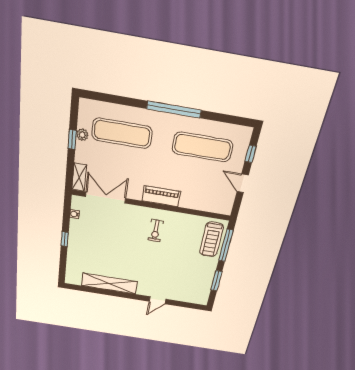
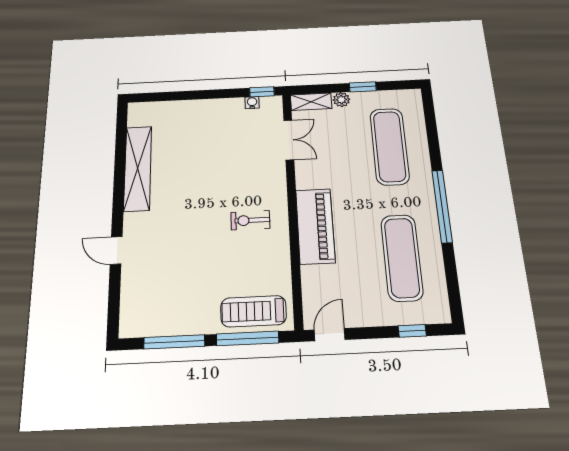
plant: (82, 135) -> (341, 100), moved
door: (243, 183) -> (330, 335), moved
piano: (161, 196) -> (315, 226), width x1.37, depth x1.33
double door: (106, 198) -> (289, 140), width x0.73
window: (65, 239) -> (262, 92), moved
window: (216, 281) -> (174, 342), width x1.44

